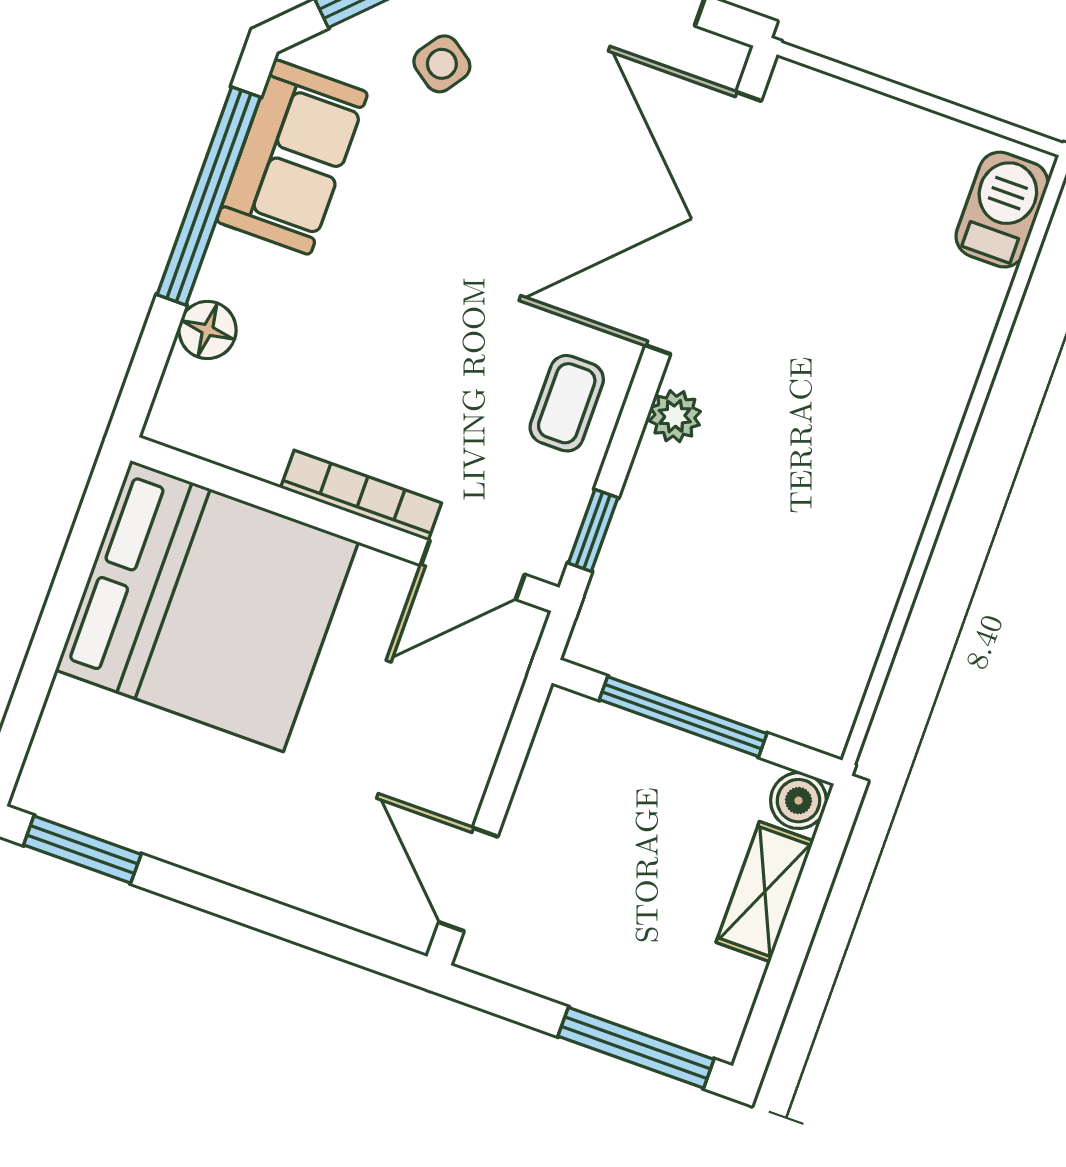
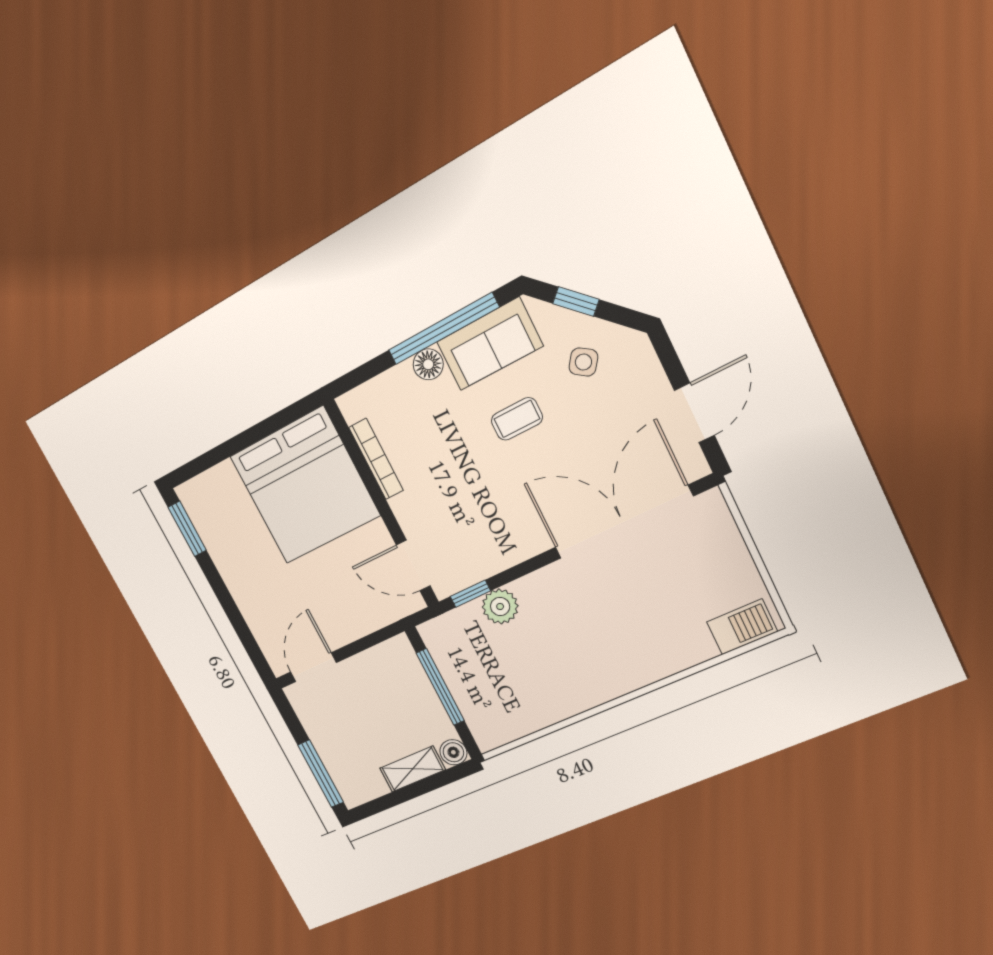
floor lamp: (207, 330) -> (428, 364), moved
coffee table: (567, 403) -> (517, 419), moved
plant: (675, 416) -> (500, 606), moved, width x1.38, depth x1.38
bookcase: (361, 495) -> (376, 459), moved

